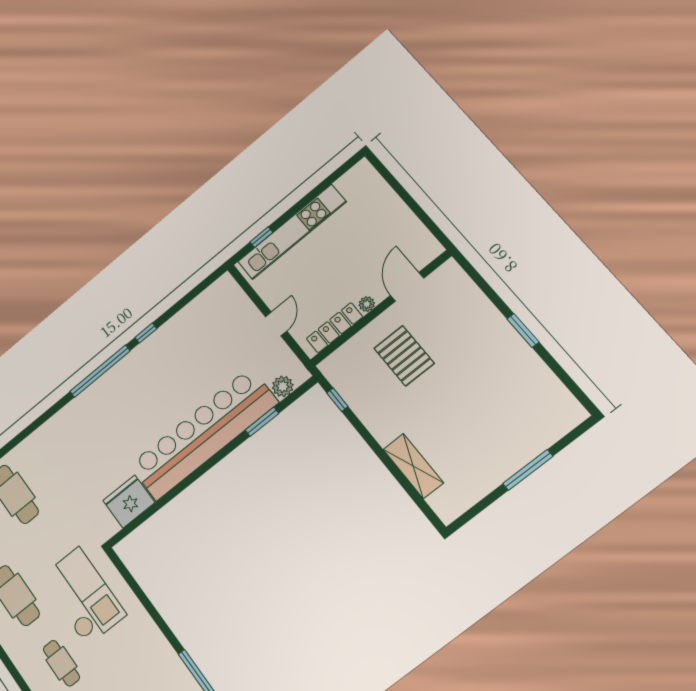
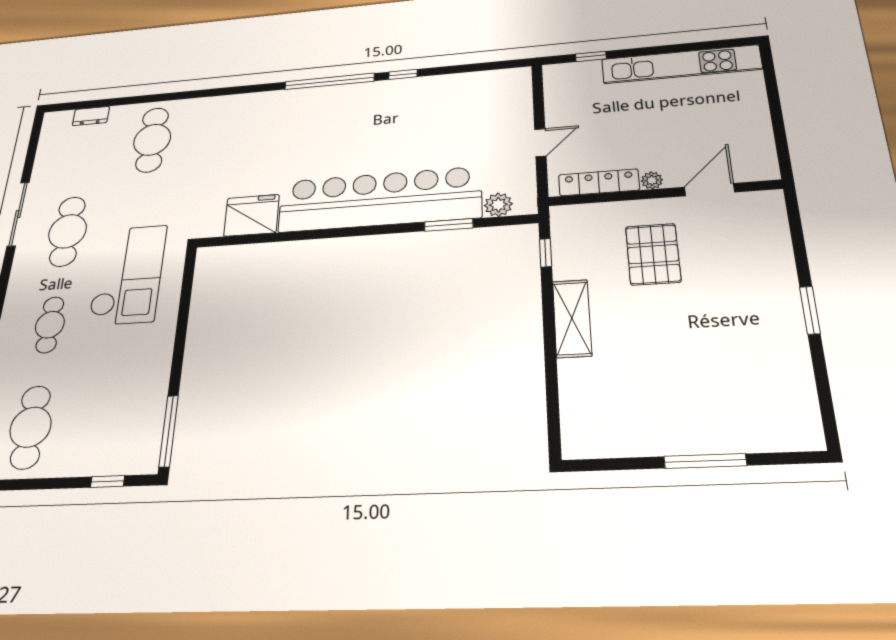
kitchen unit: (292, 232) -> (681, 64), moved
shelving: (413, 466) -> (572, 318), moved

